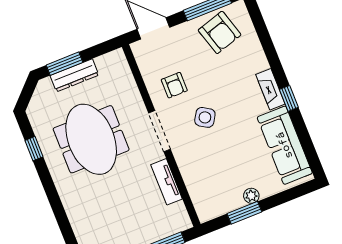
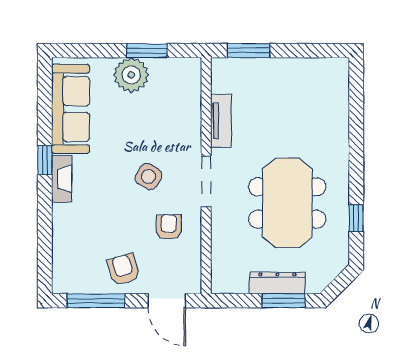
armchair: (220, 32) -> (123, 269), moved, width x0.72, depth x0.72
plant: (251, 196) -> (131, 75), width x1.88, depth x1.88

